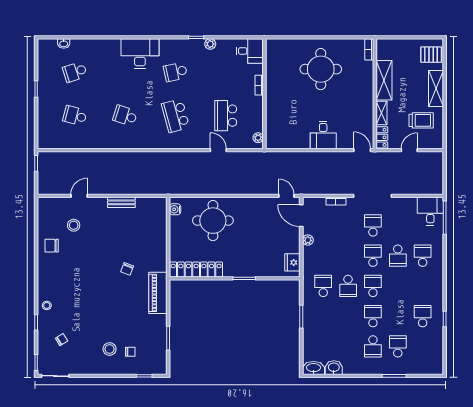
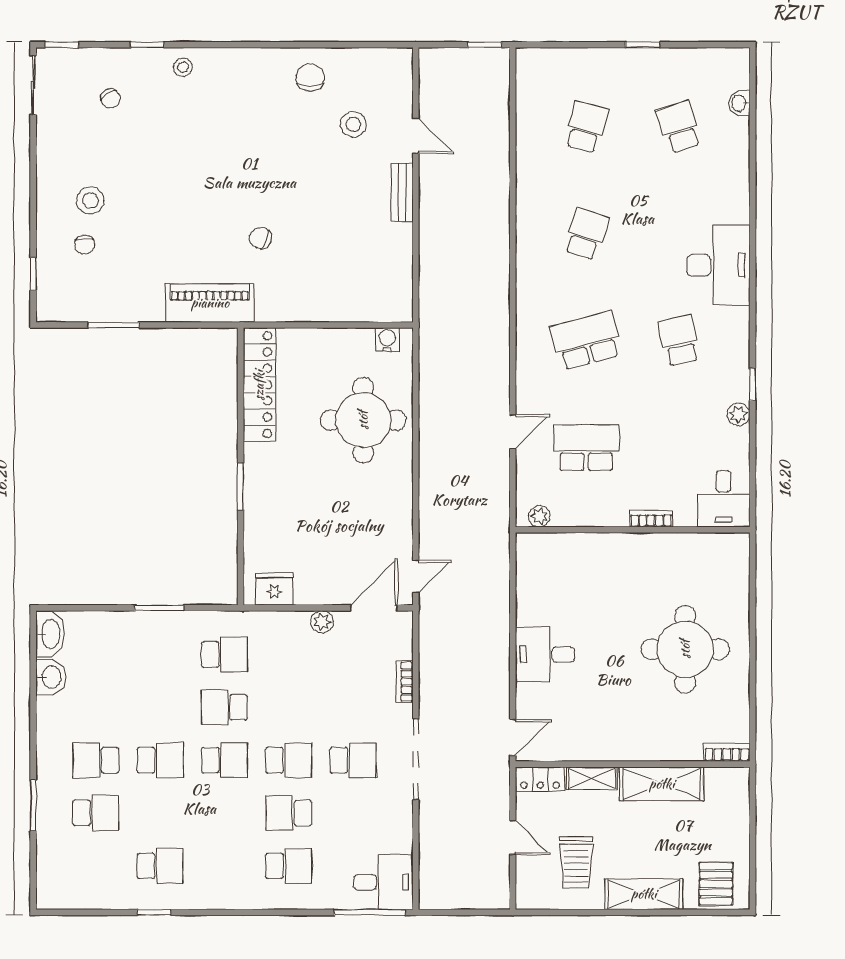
bench: (121, 202) -> (402, 192), moved

